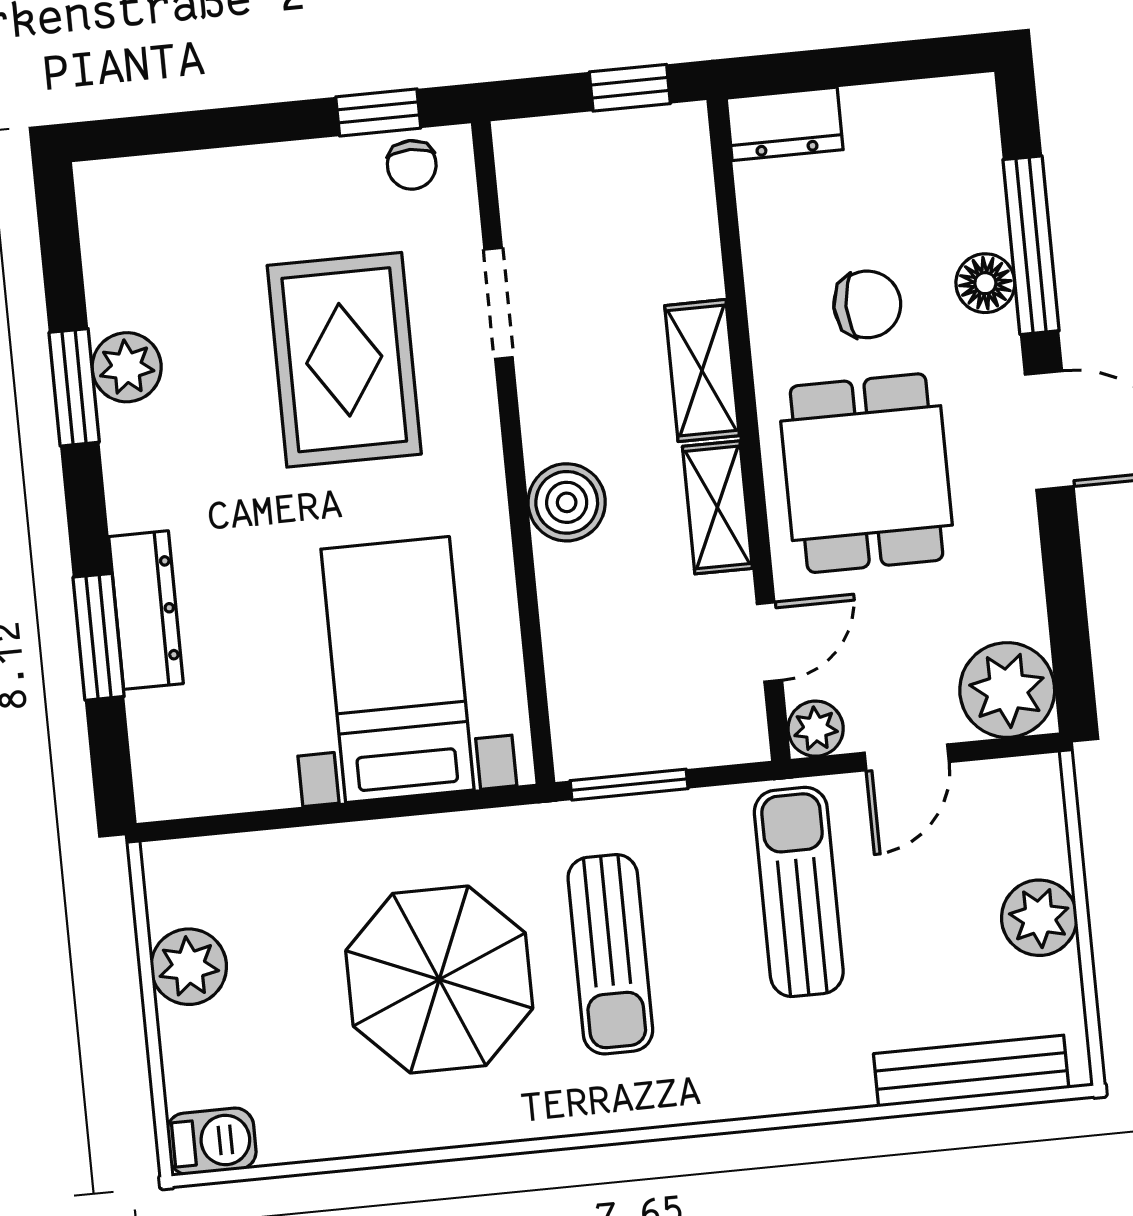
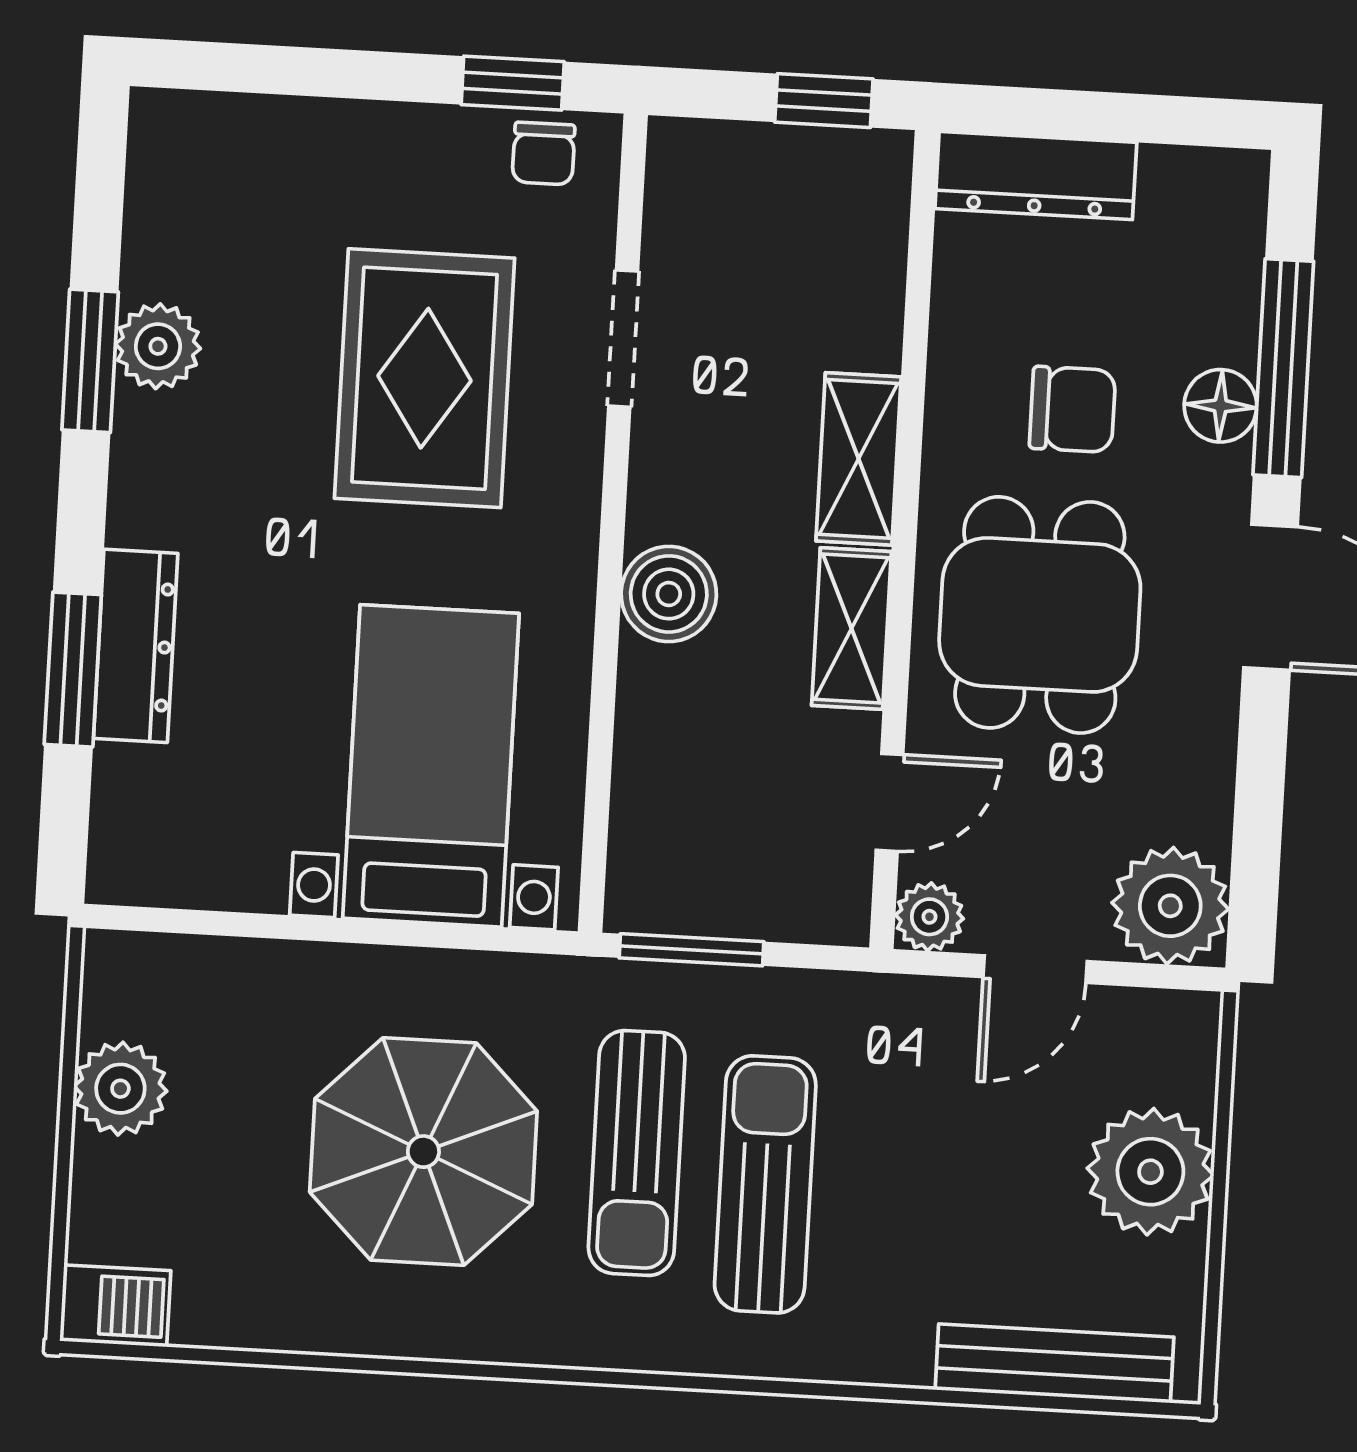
dresser: (785, 124) -> (1036, 176), width x1.44
sun lounger: (799, 892) -> (765, 1184), moved
plant: (1039, 918) -> (1150, 1172), width x1.36, depth x1.36

